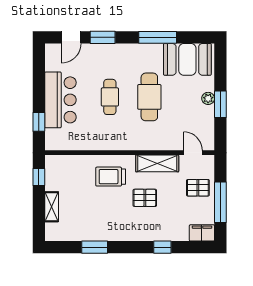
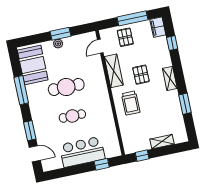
shelving: (132, 234) -> (170, 78), added
window: (162, 247) -> (172, 43), moved

